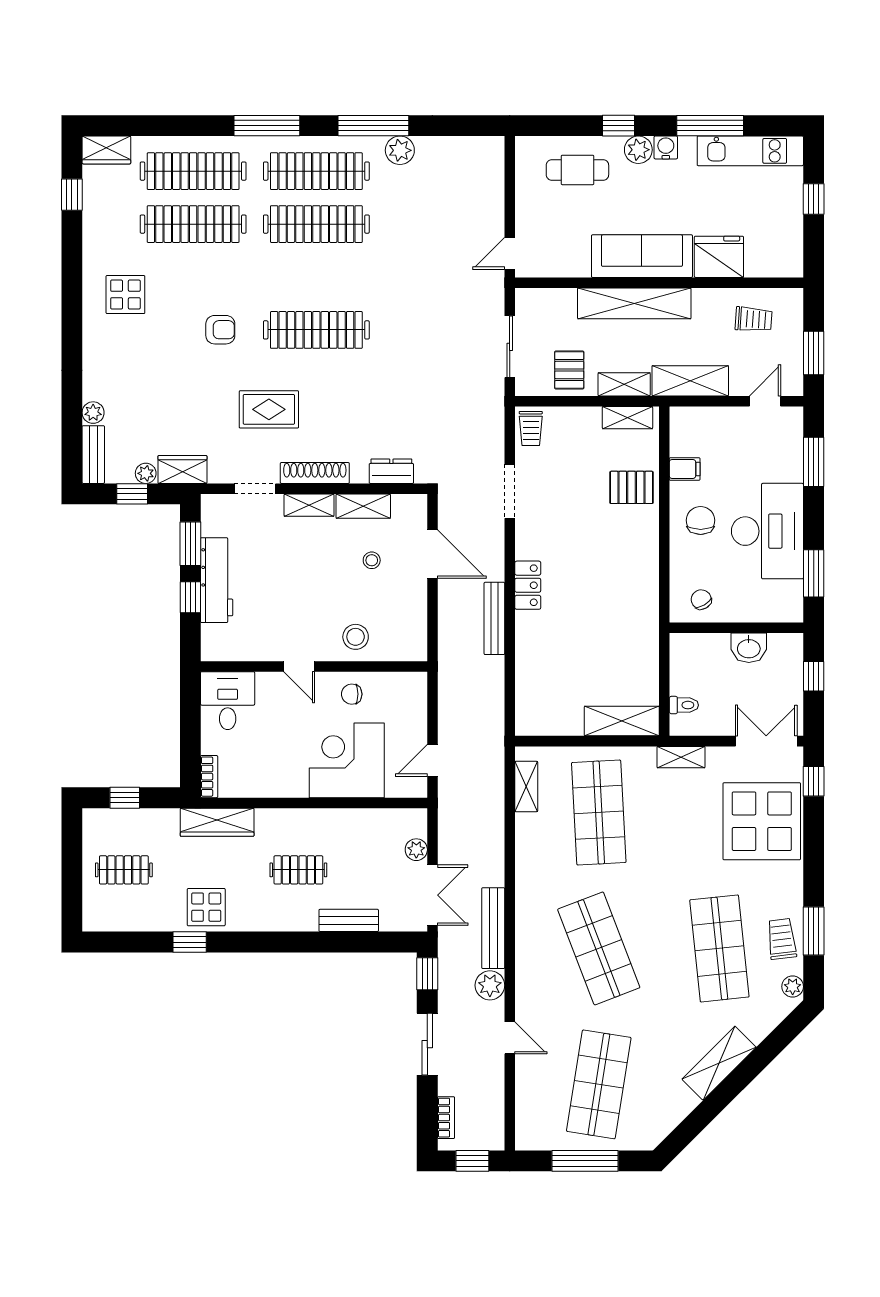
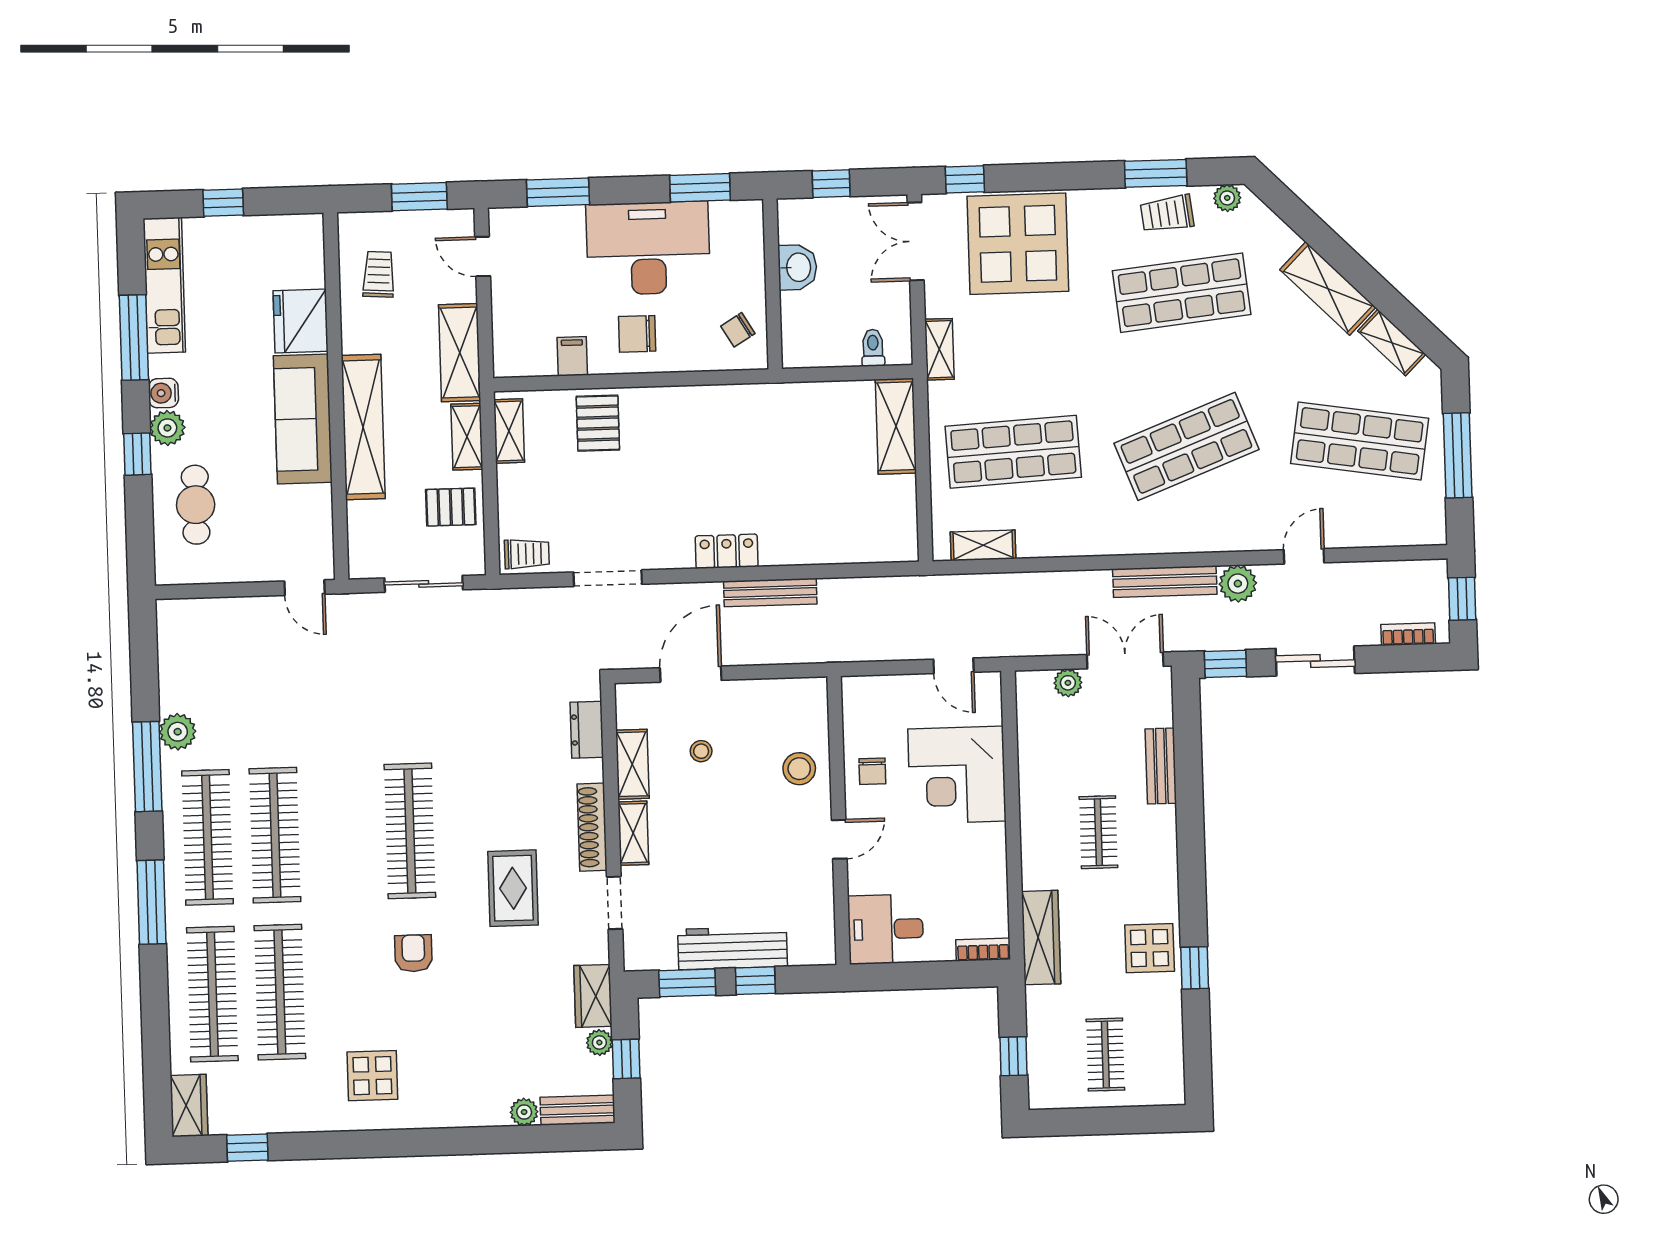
shelving: (675, 1112) -> (1392, 343), added

